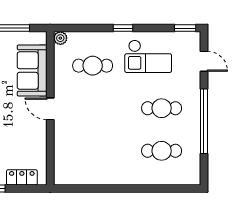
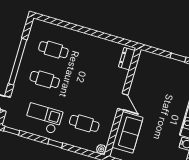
dresser: (61, 167) -> (127, 59), added
locker: (22, 177) -> (157, 60), removed

